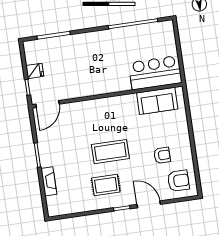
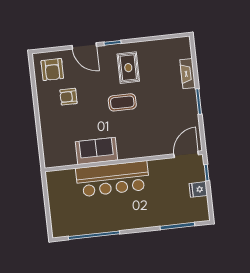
bar counter: (155, 73) -> (113, 179), moved, width x1.36
sofa: (157, 101) -> (96, 151), moved
coffee table: (110, 152) -> (122, 102), width x0.73, depth x0.76
armchair: (178, 181) -> (52, 69), turned -90
rug: (106, 185) -> (128, 68), turned 90

